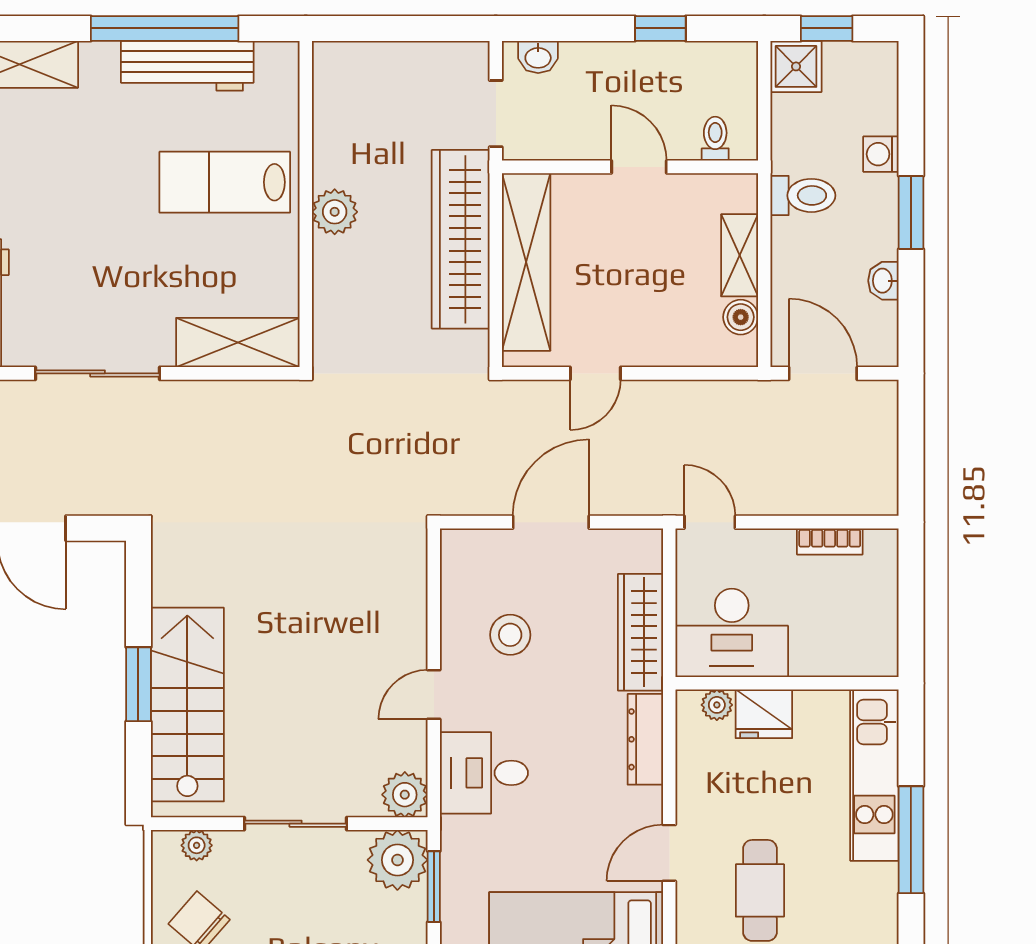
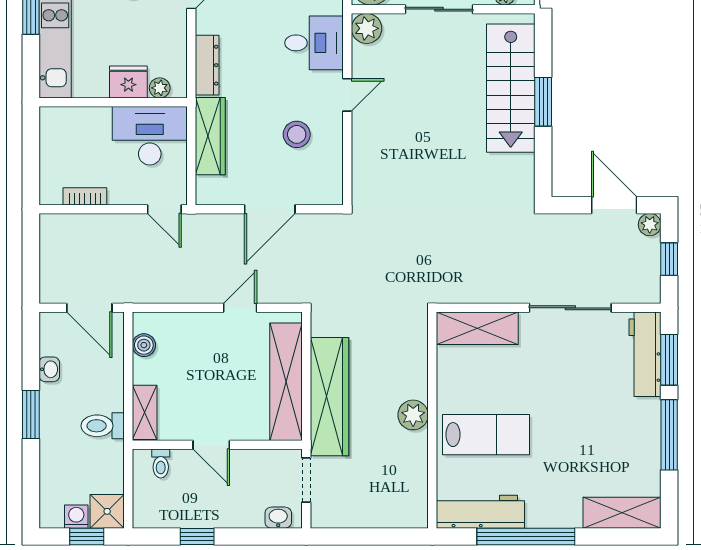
workbench: (187, 66) -> (480, 512), moved
washing machine: (881, 154) -> (76, 517), moved, turned -90
shelving: (740, 255) -> (145, 412), moved

